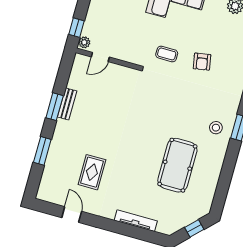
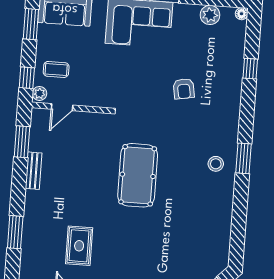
coffee table: (167, 54) -> (56, 69), moved
window: (55, 107) -> (22, 142), moved
pool table: (177, 165) -> (138, 175), moved

